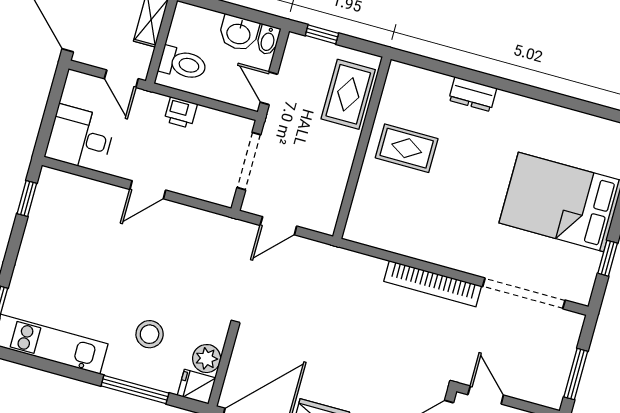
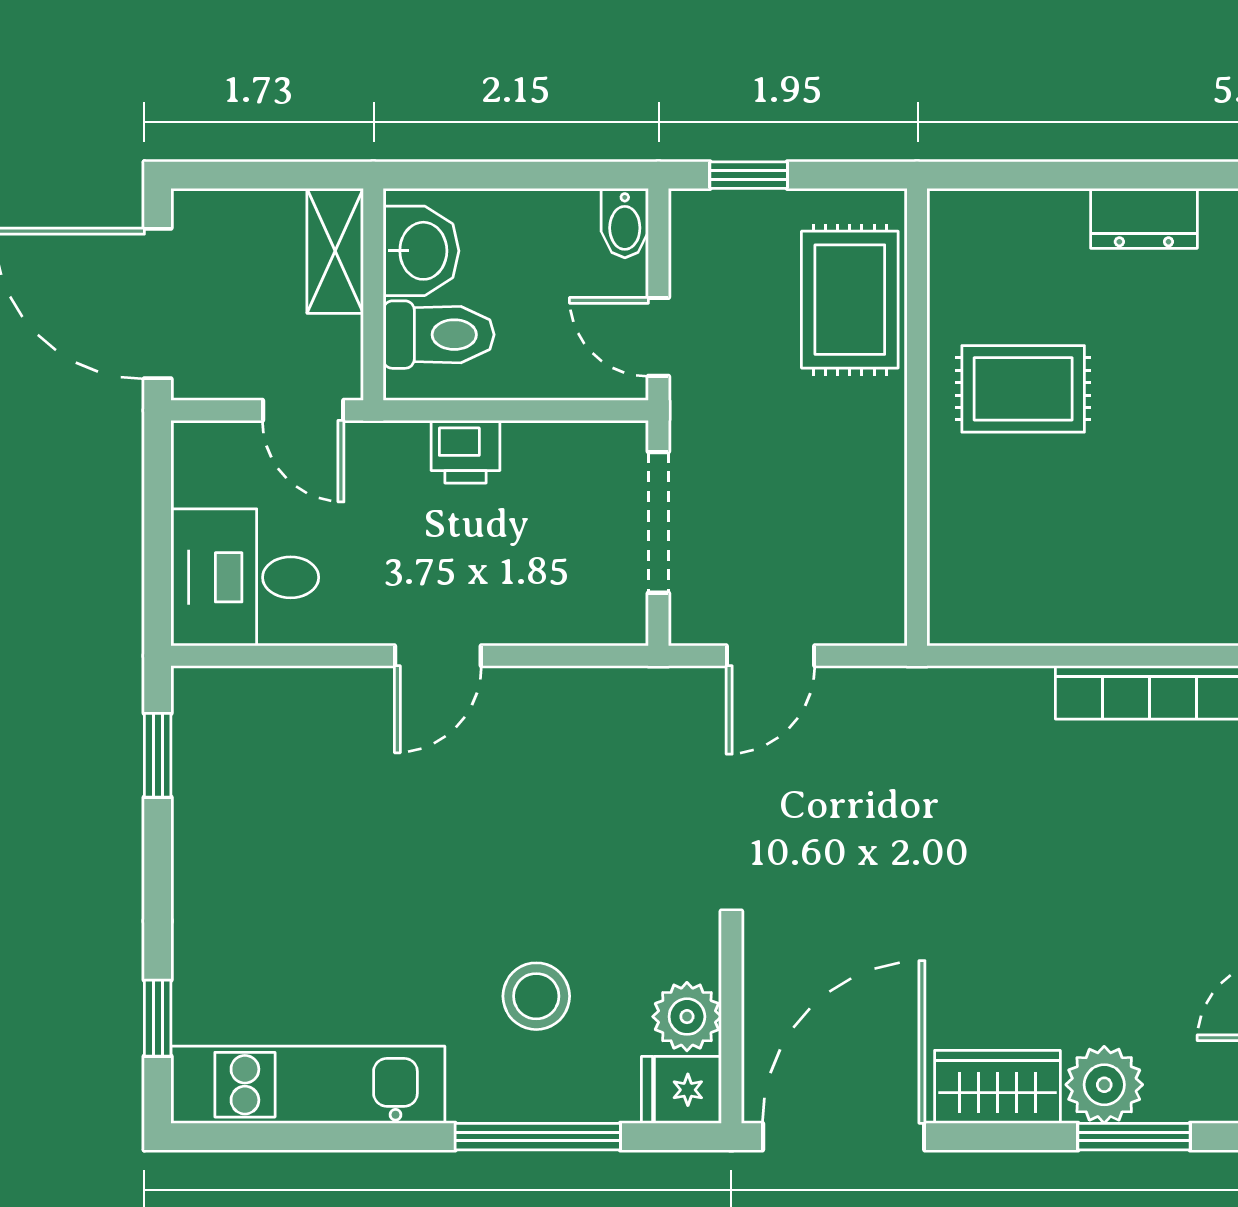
washbasin: (239, 33) -> (421, 251), moved, turned -90

